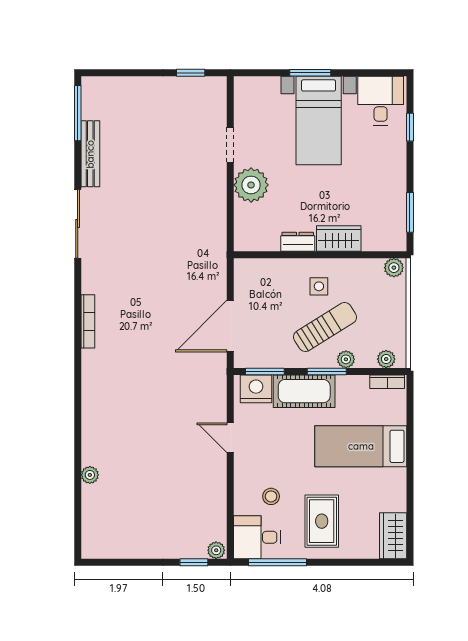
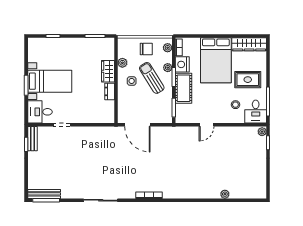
bench: (202, 86) -> (32, 139), added
desk: (381, 101) -> (40, 112), moved
bench: (90, 154) -> (44, 194), moved
plant: (251, 185) -> (82, 115), removed
plant: (394, 268) -> (122, 63), moved
chair: (384, 316) -> (146, 49), added
door: (230, 326) -> (137, 125), moved
nightstand: (256, 389) -> (182, 64), moved
bed: (361, 446) -> (216, 60), width x1.50
wardrobe: (393, 536) -> (249, 44), width x1.50

